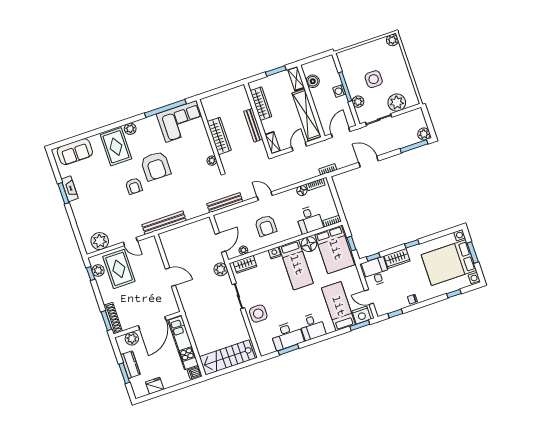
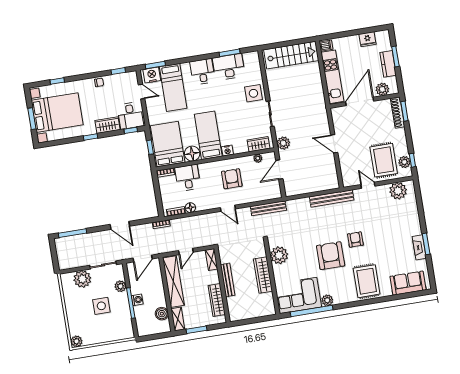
plant: (130, 129) -> (327, 300), moved
plant: (424, 134) -> (61, 243), removed
plant: (212, 161) -> (279, 255), width x1.88, depth x1.88

